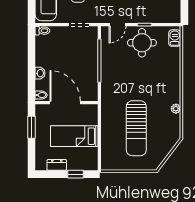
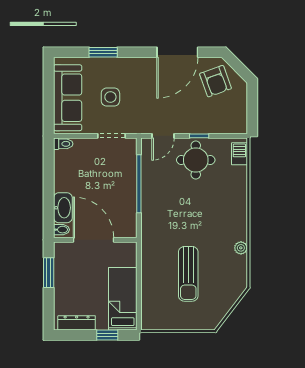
washbasin: (40, 73) -> (63, 208), width x1.91, depth x1.45
sun lounger: (136, 128) -> (188, 274), width x0.73, depth x0.75
bed: (74, 136) -> (123, 299), moved, turned 90
dresser: (57, 165) -> (77, 323), width x1.44

